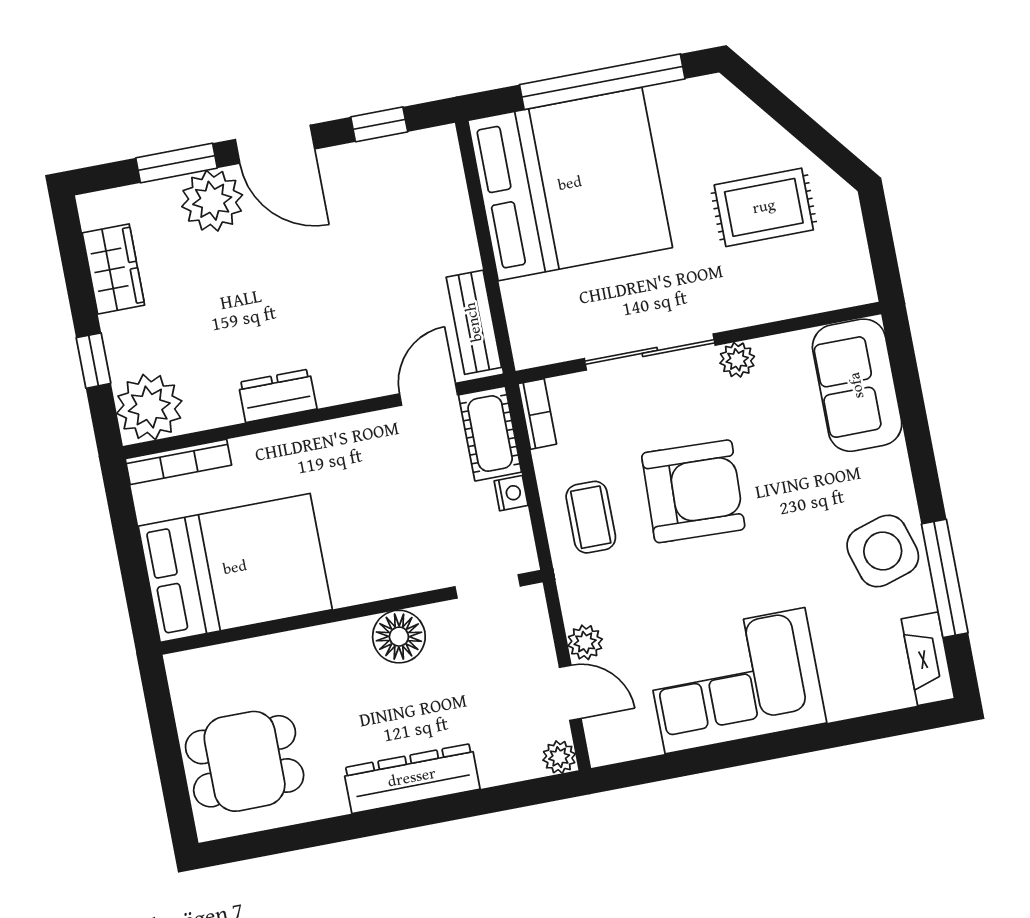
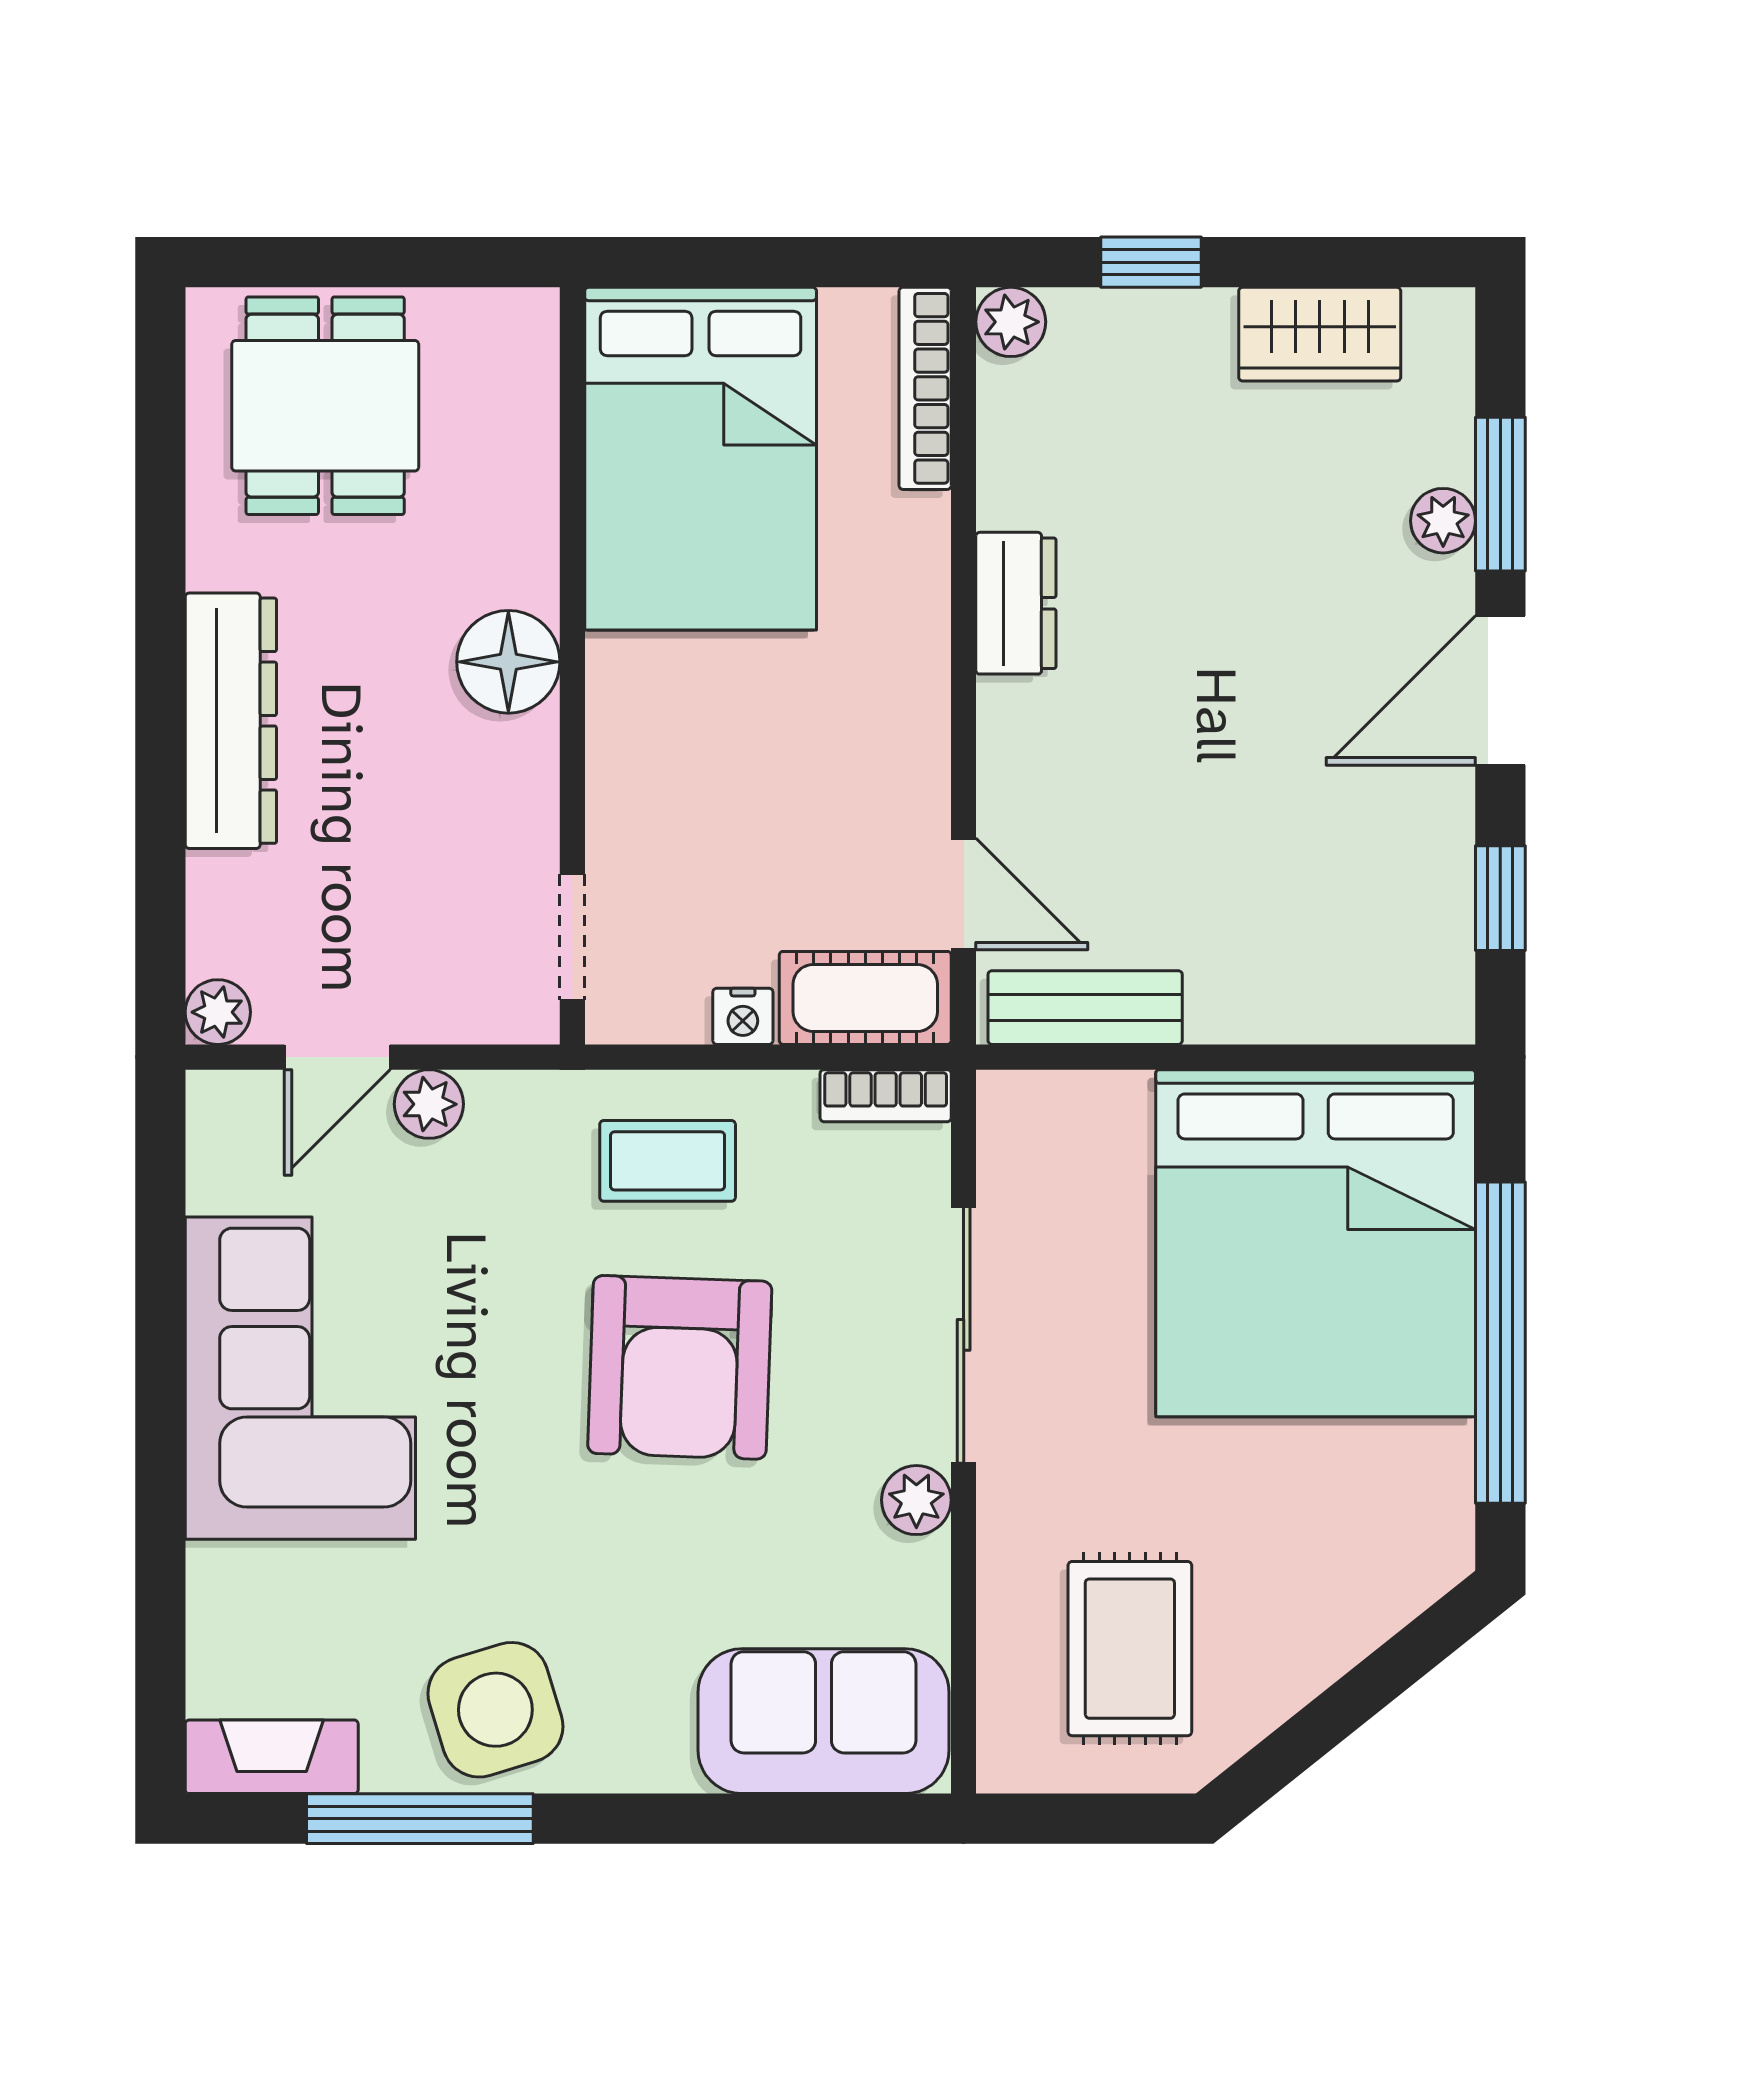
plant: (212, 201) -> (1443, 521), width x0.53, depth x0.53
rug: (764, 207) -> (1130, 1649), moved
plant: (149, 407) -> (1011, 322), width x0.53, depth x0.53
floor lamp: (399, 637) -> (508, 662), moved

